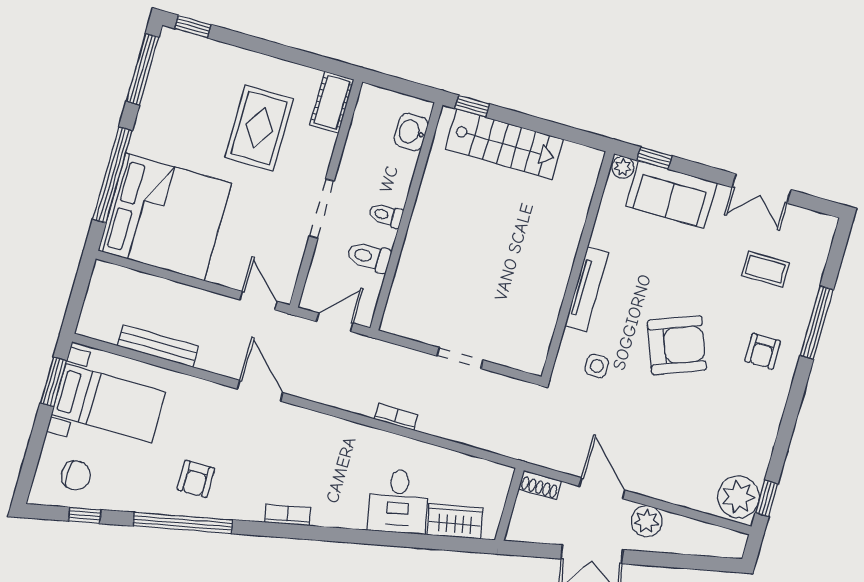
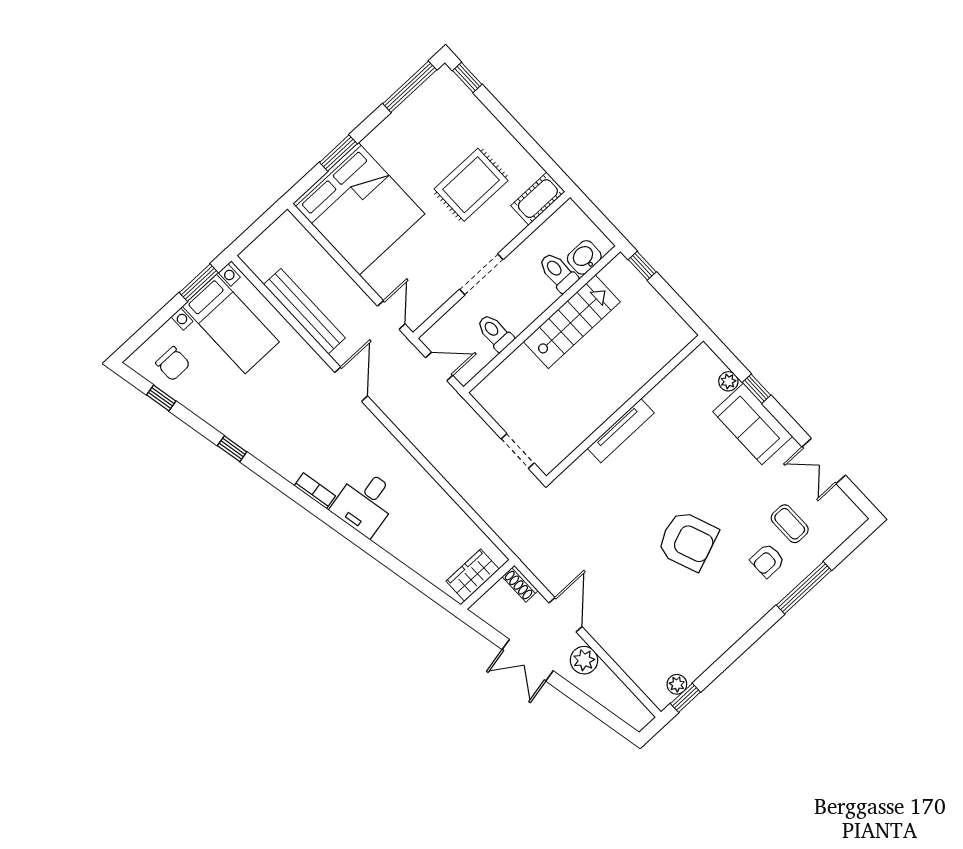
stairs: (504, 144) -> (572, 322), moved, turned -90
window: (112, 175) -> (338, 153), width x0.47
toilet: (386, 215) -> (558, 272), moved, width x1.37, depth x1.39
wall: (578, 265) -> (625, 408), moved
tv unit: (587, 289) -> (621, 431), moved
bench: (158, 346) -> (304, 311), width x1.37, depth x1.21
armchair: (763, 351) -> (767, 561), moved
side table: (597, 366) -> (618, 520), removed
bookcase: (396, 417) -> (442, 466), removed
armchair: (196, 479) -> (262, 421), removed
plant: (738, 497) -> (677, 684), width x0.53, depth x0.53
desk: (398, 501) -> (365, 502), moved
wardrobe: (455, 521) -> (473, 575), moved, turned -78
window: (183, 523) -> (232, 449), width x0.32

